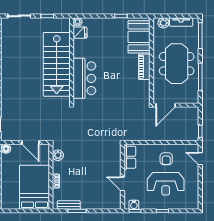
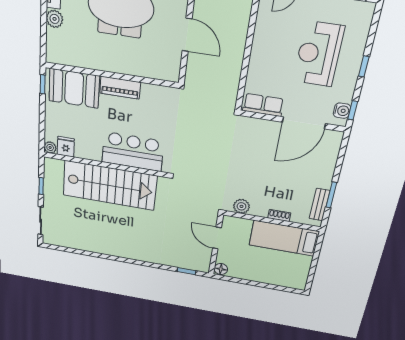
booth: (139, 37) -> (74, 88), moved
wall: (151, 61) -> (111, 75), moved
piano: (144, 67) -> (120, 88), moved
door: (30, 142) -> (217, 238), swing flipped
armchair: (166, 159) -> (276, 47), removed
door: (122, 184) -> (304, 123), width x1.87
reception desk: (166, 184) -> (319, 54), turned 180
bed: (34, 187) -> (284, 238), width x0.67

